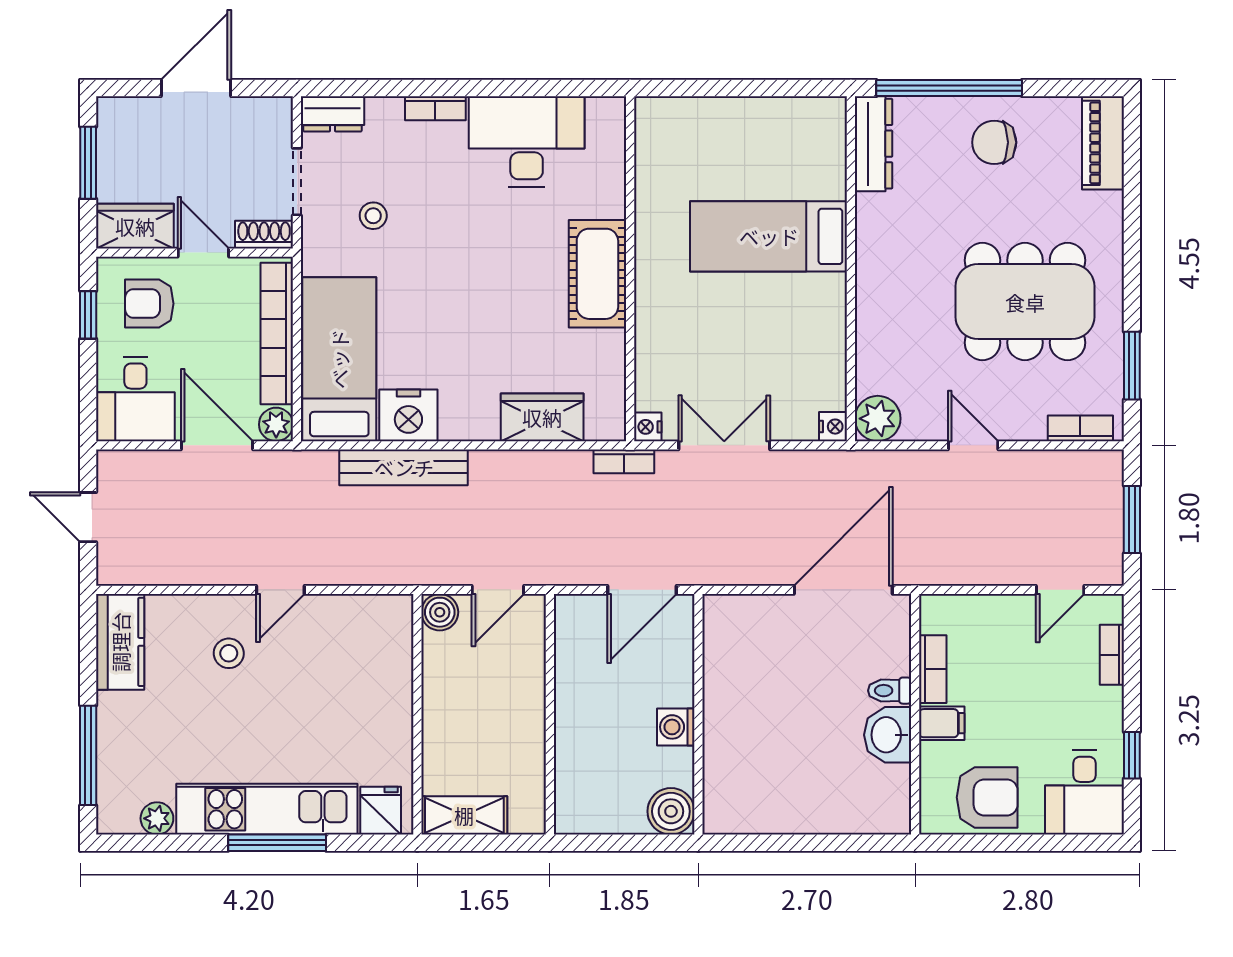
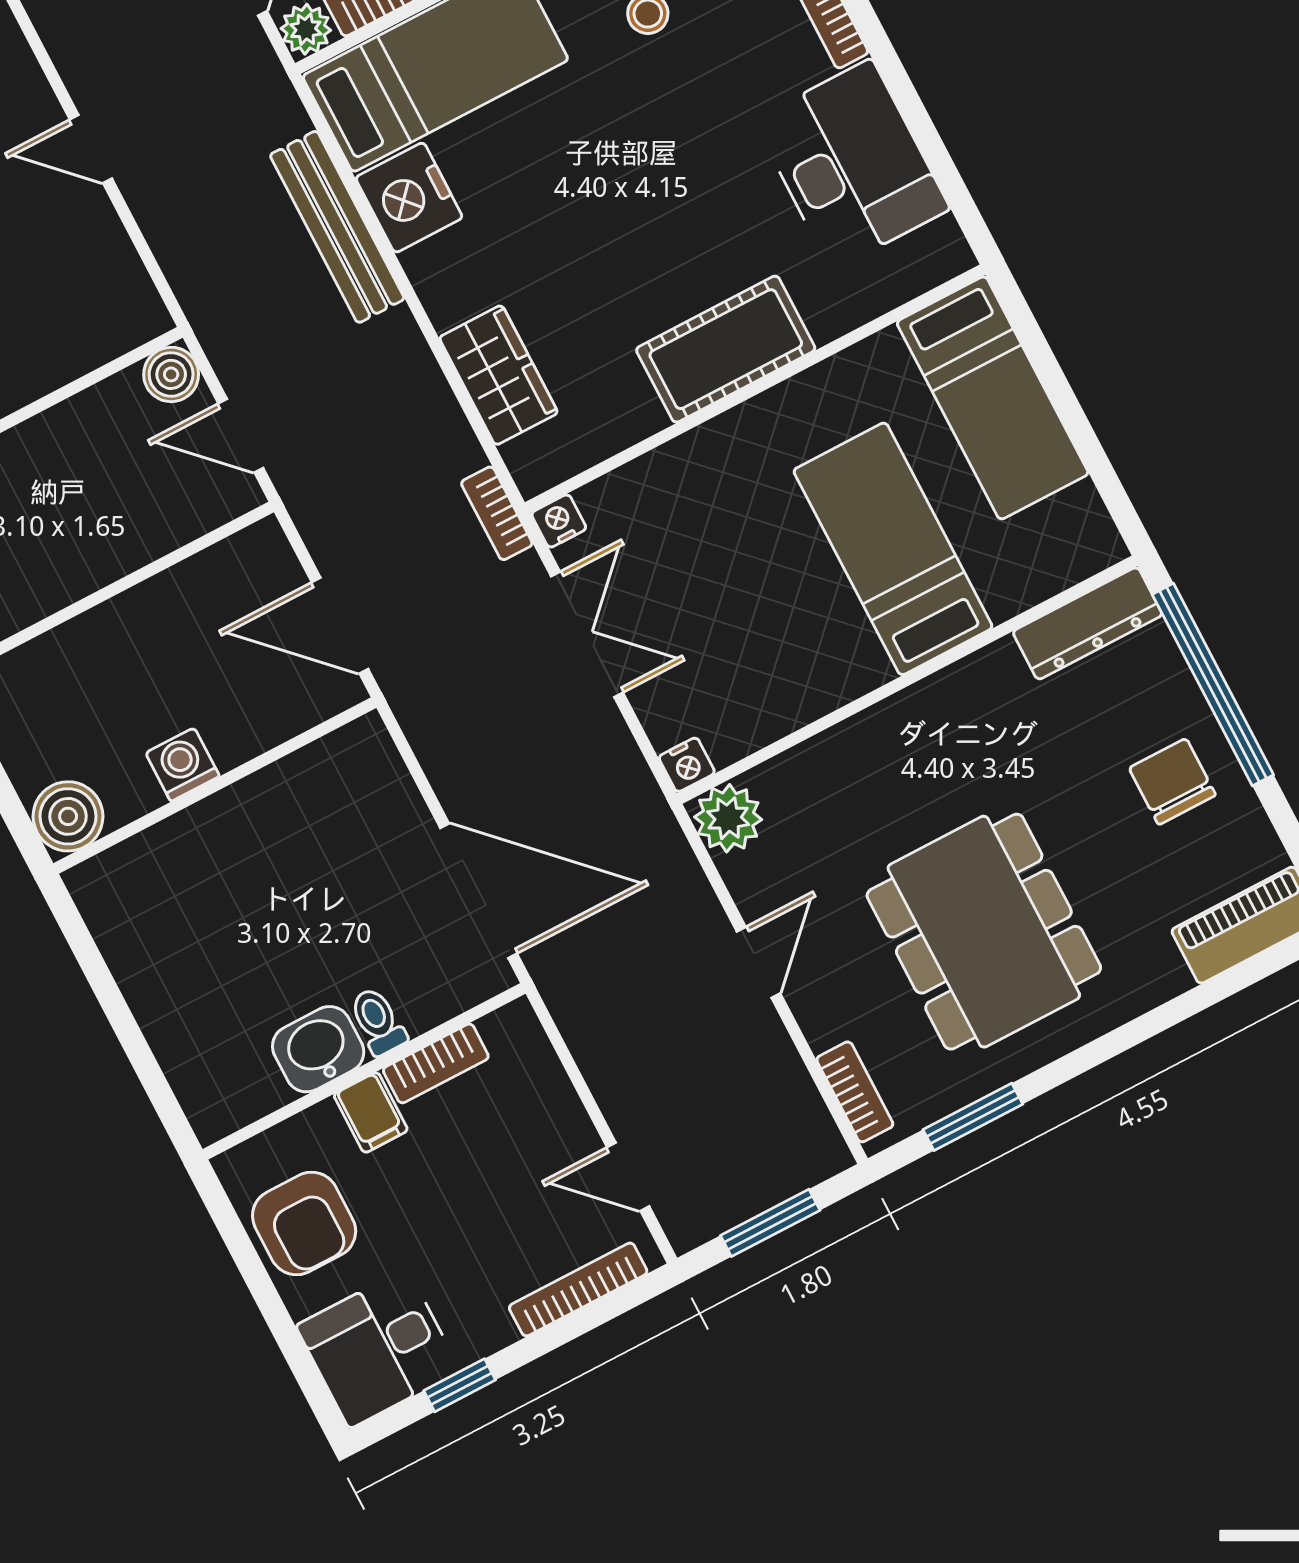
bed: (710, 130) -> (993, 398), added
bookcase: (1112, 655) -> (578, 1290), width x1.56

